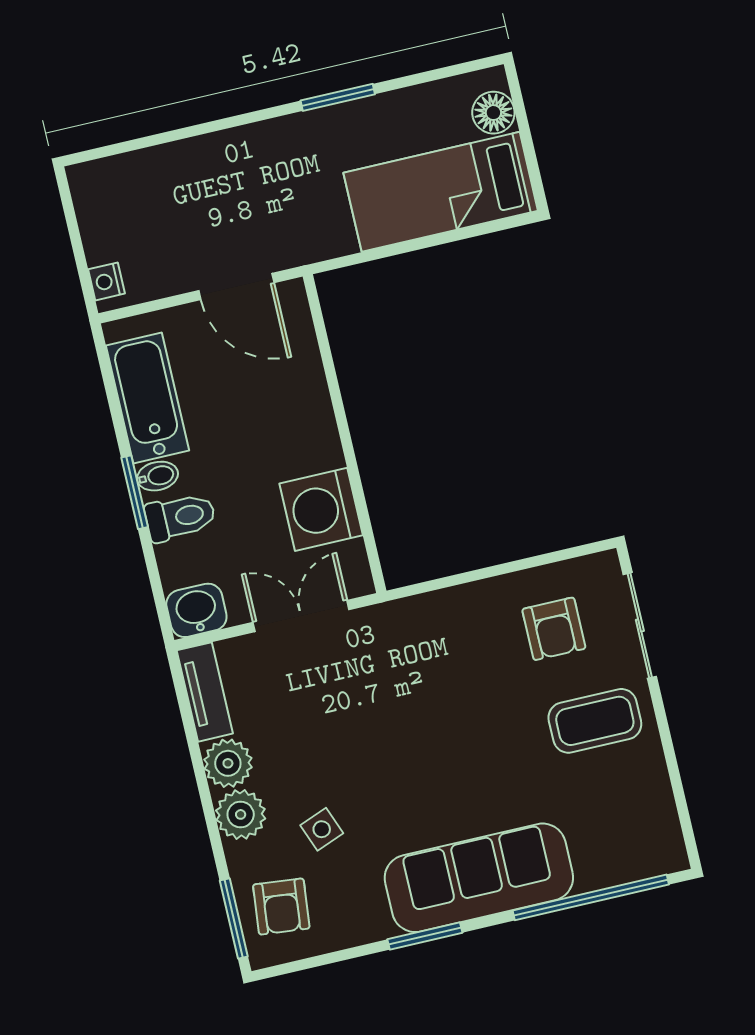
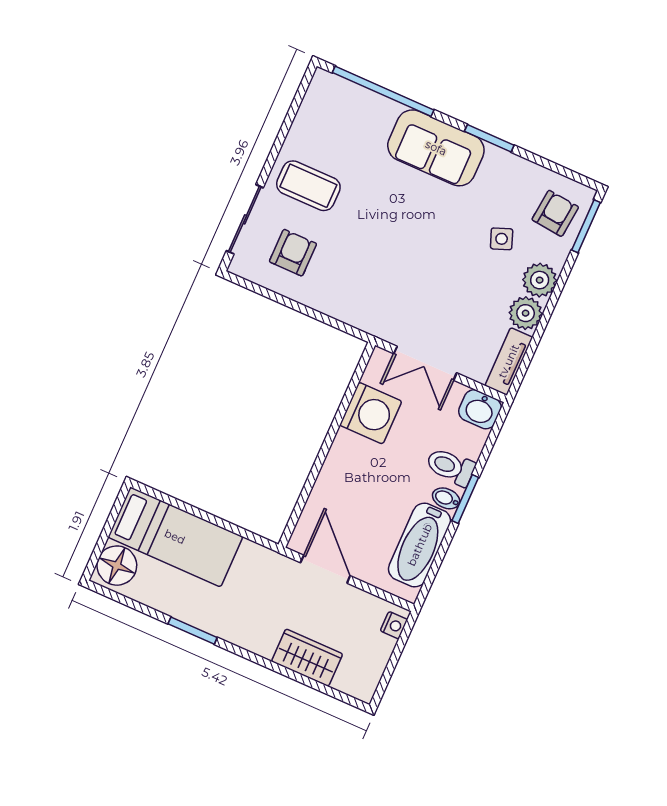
floor lamp: (493, 113) -> (117, 566), width x1.38, depth x1.38
wardrobe: (180, 167) -> (307, 658), added
sofa: (479, 878) -> (436, 148), width x0.73

